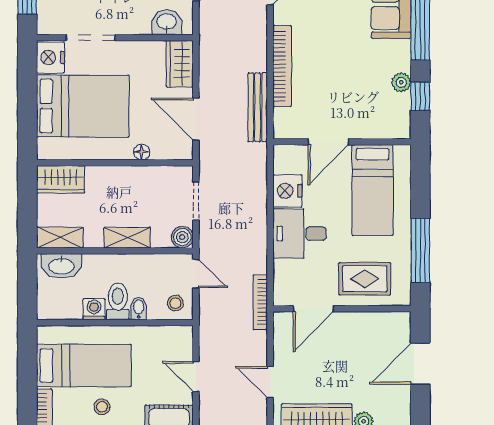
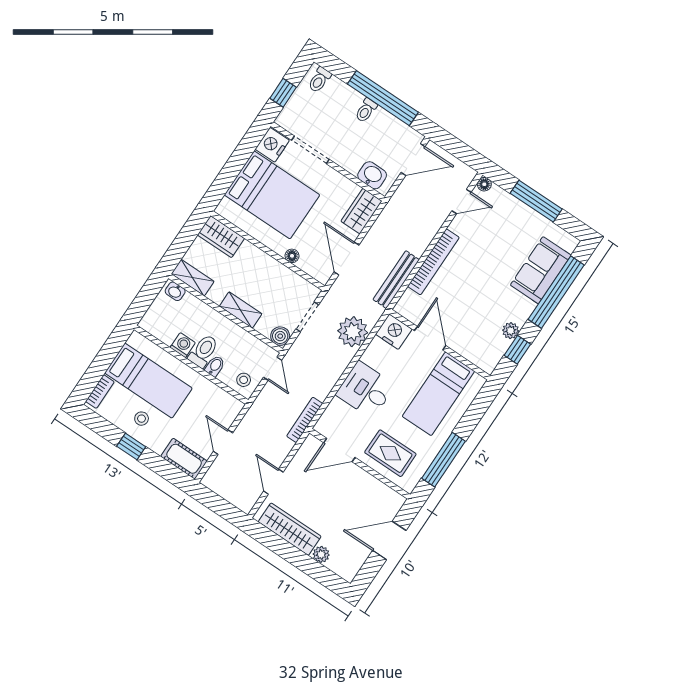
door: (328, 142) -> (430, 338), swing flipped
plant: (250, 186) -> (353, 332), added
nightstand: (287, 191) -> (394, 332), moved, turned 90
washbasin: (61, 266) -> (175, 291), width x0.52, depth x0.69

